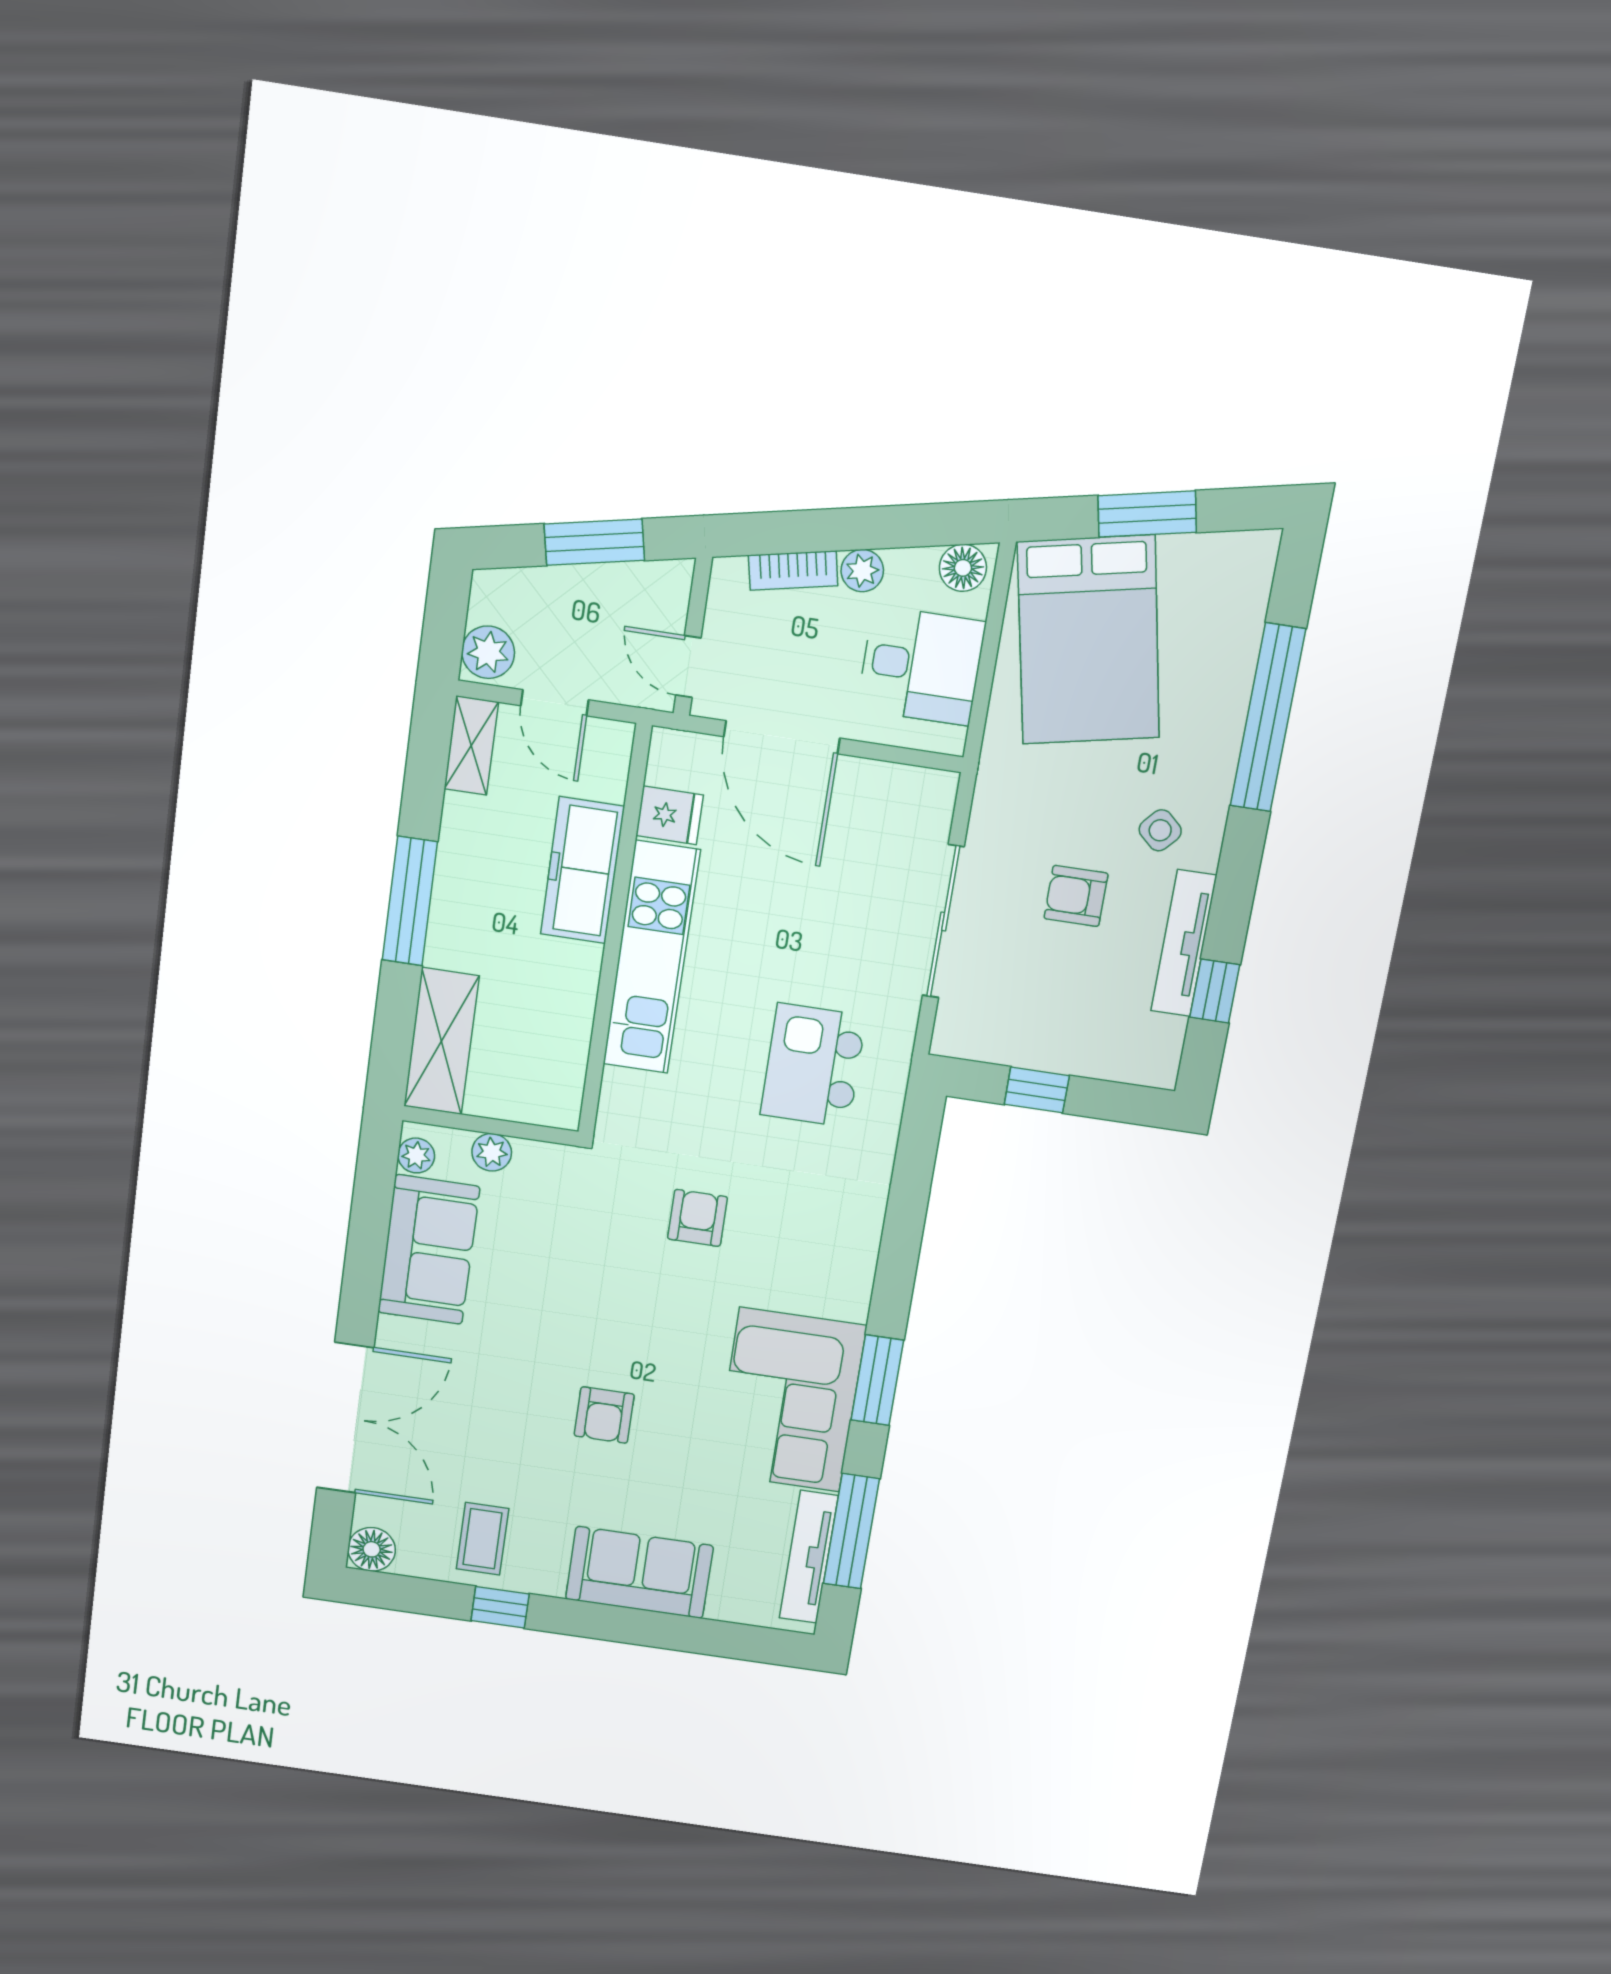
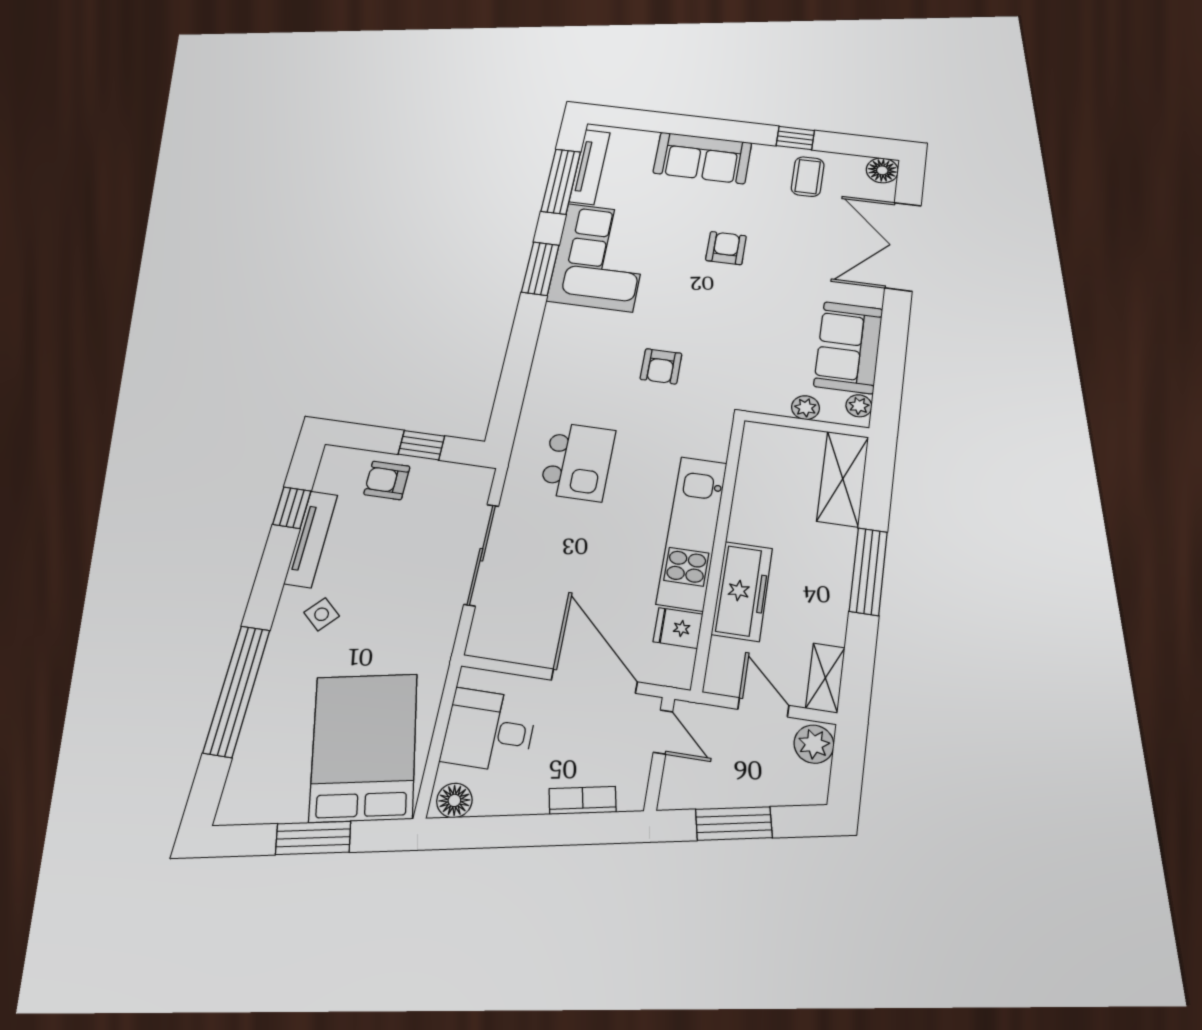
plant: (862, 571) -> (530, 799), removed
armchair: (1076, 896) -> (387, 480), moved, turned 180

